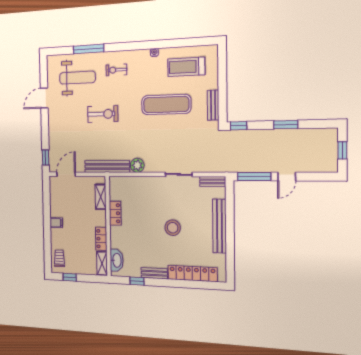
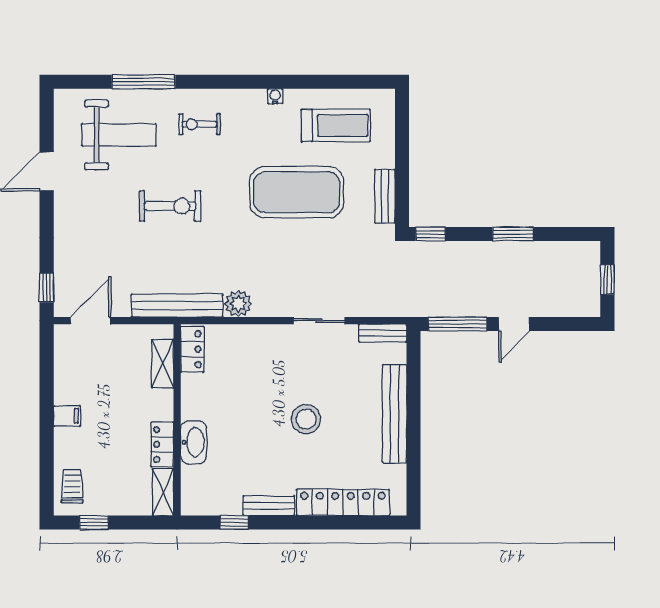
treadmill: (186, 67) -> (336, 125), turned 180
exercise mat: (166, 105) -> (297, 192), width x1.47
locker: (115, 213) -> (192, 349), moved
washbasin: (117, 260) -> (194, 442), moved

